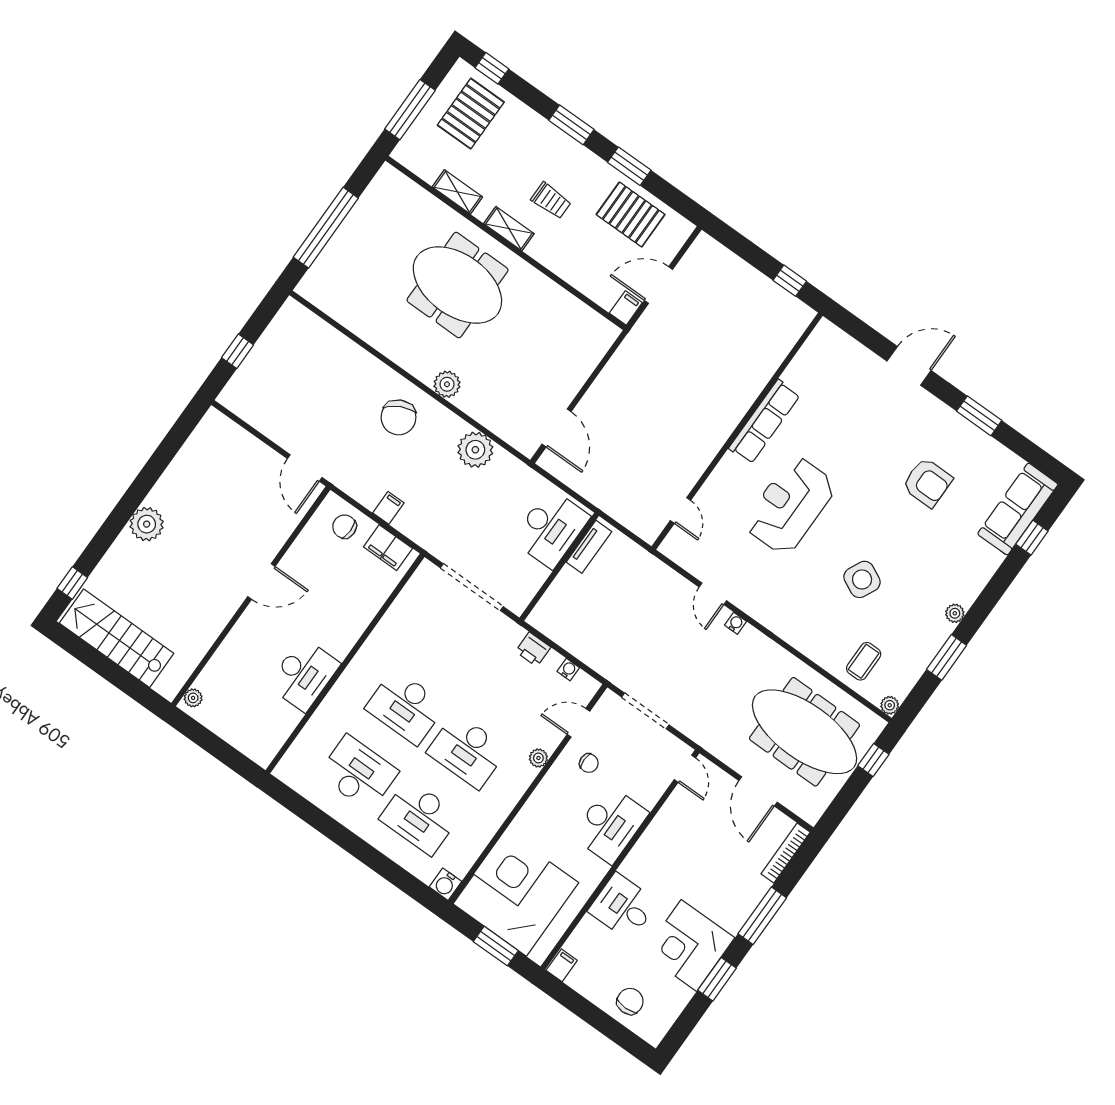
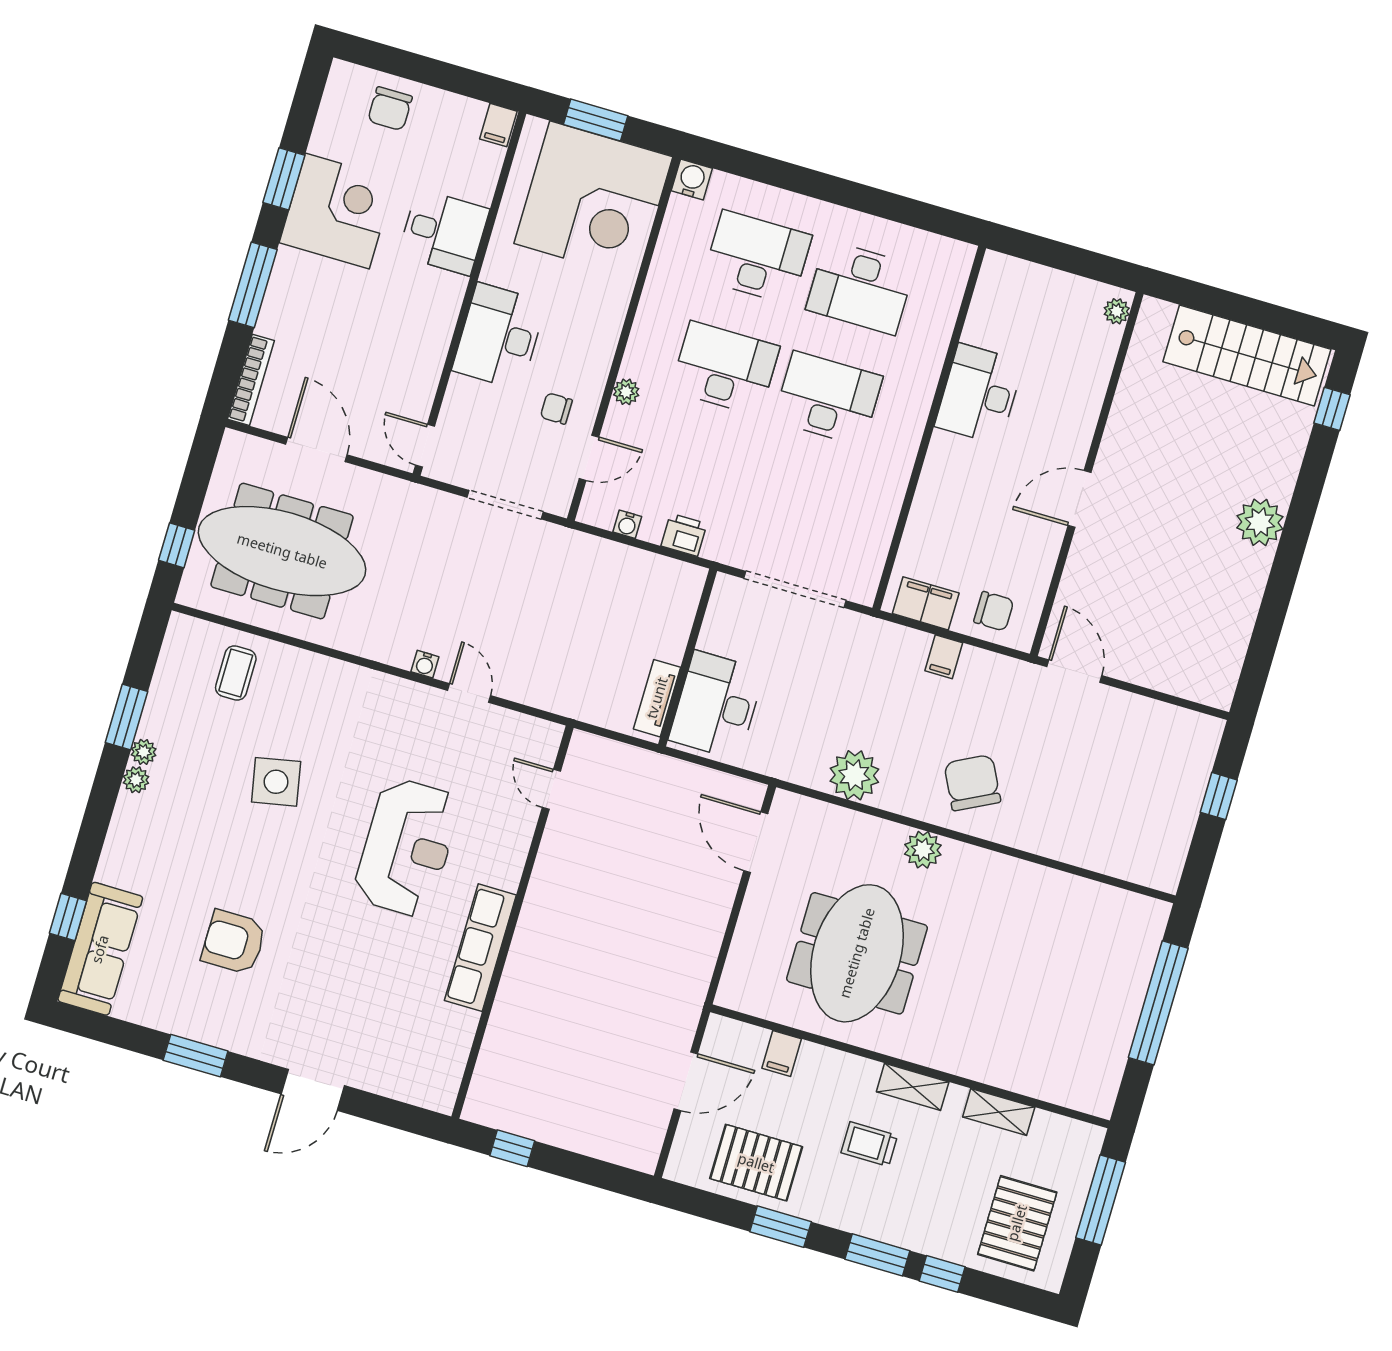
window: (492, 68) -> (942, 1274), moved
meeting table: (457, 285) -> (857, 953), moved, turned 90
filing cabinet: (626, 308) -> (782, 1054), moved
side table: (862, 579) -> (276, 782), turned -37
plant: (890, 705) -> (144, 752), moved

